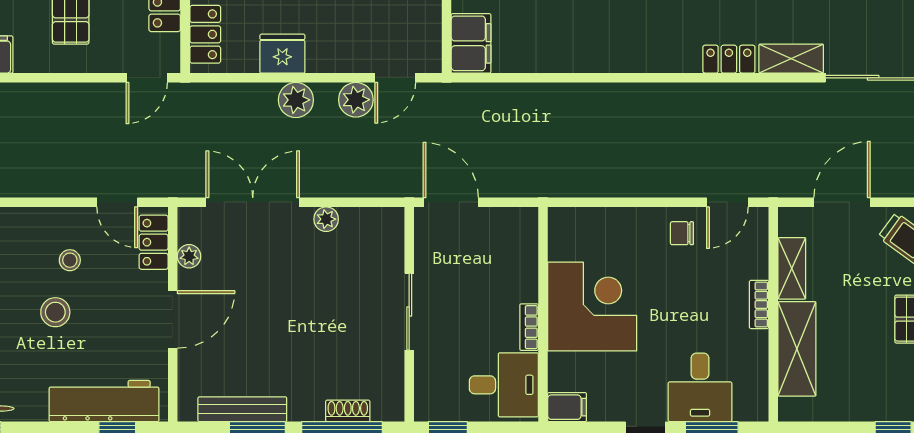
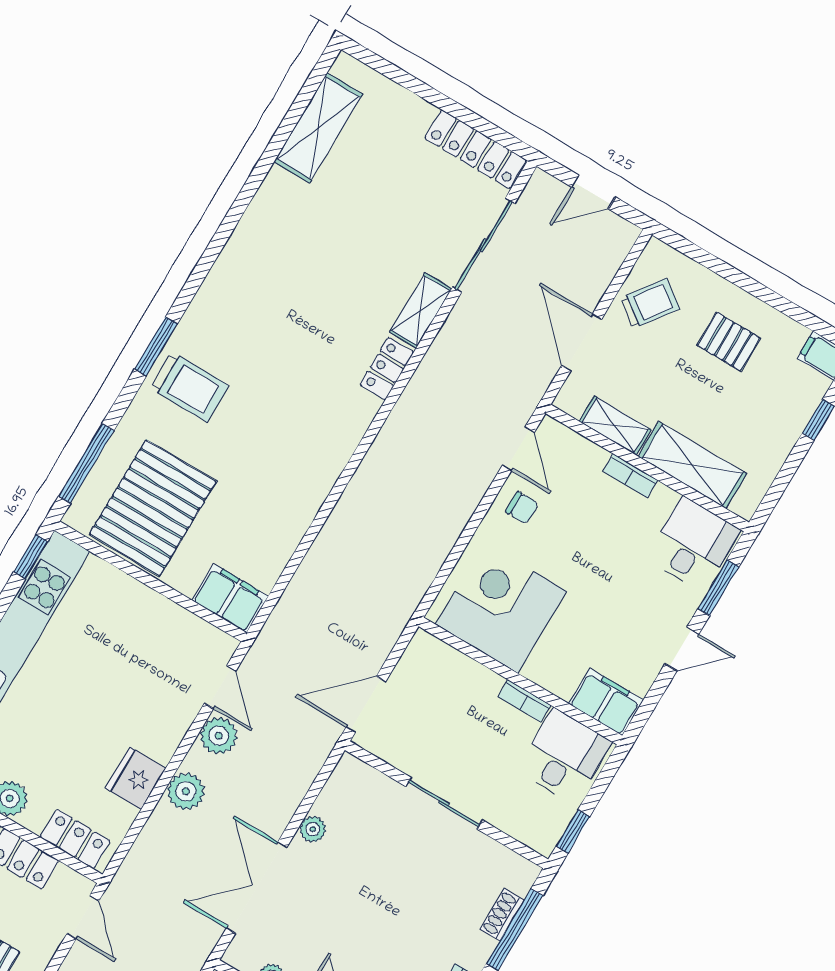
chair: (682, 233) -> (522, 508), turned -90
corner desk: (592, 306) -> (501, 608), moved
desk: (700, 387) -> (693, 544), moved, turned -90
filing cabinet: (567, 407) -> (606, 702), width x2.00

